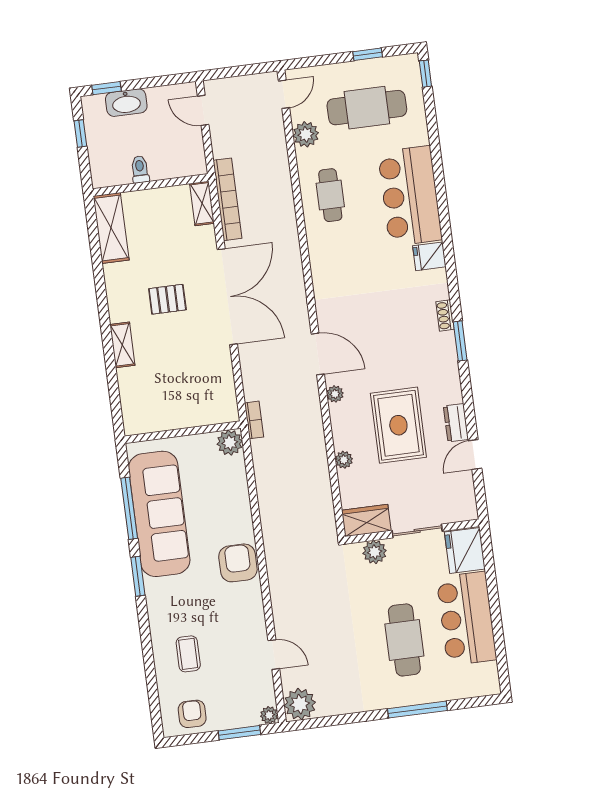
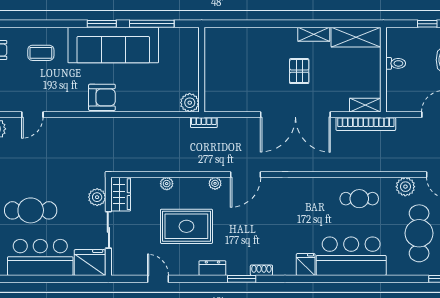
shelving: (122, 345) -> (314, 34), moved
dresser: (456, 423) -> (212, 268), moved
sofa: (159, 514) -> (113, 45), moved

